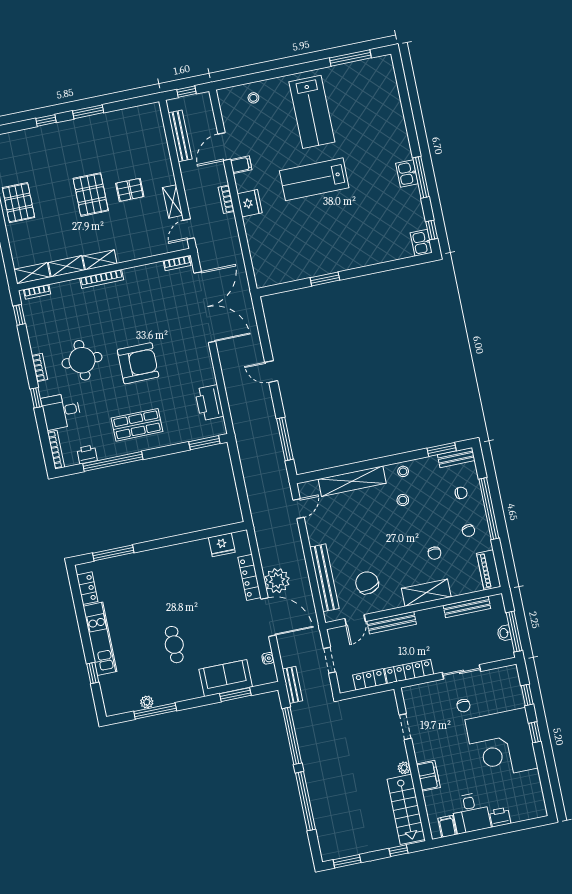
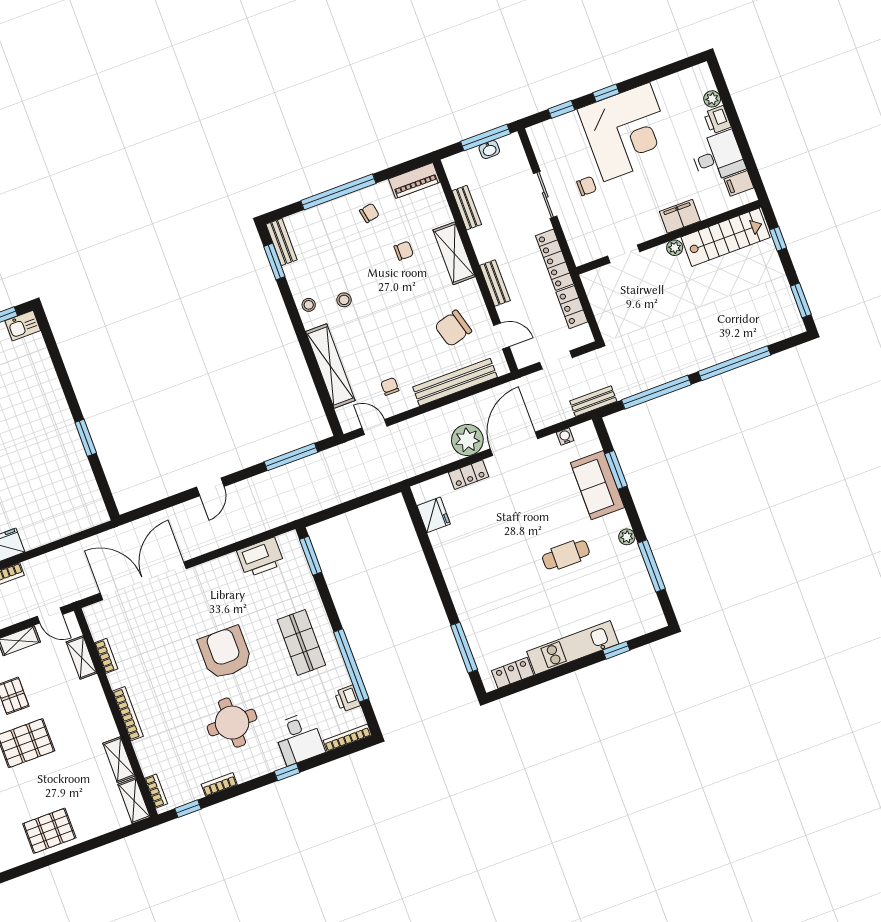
shelving: (100, 260) -> (82, 657), moved
bookcase: (177, 263) -> (106, 656), moved
bookcase: (40, 368) -> (219, 785), moved
chair: (461, 493) -> (390, 386), moved
locker: (249, 577) -> (469, 475), width x0.66
bench: (467, 607) -> (467, 208), width x0.73
bench: (392, 623) -> (495, 283), width x0.73
plant: (147, 702) -> (627, 537), moved
plant: (517, 815) -> (712, 99), added

